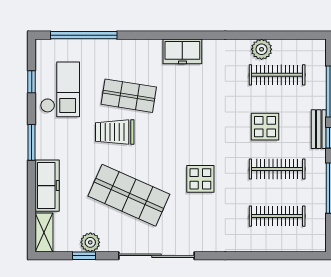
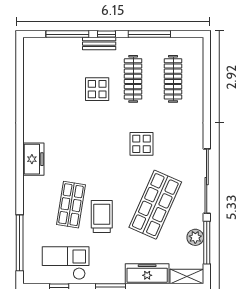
plant: (262, 49) -> (32, 92), removed
clothes rail: (277, 75) -> (53, 79), removed
trolley: (115, 132) -> (102, 217), turned 180
window: (84, 256) -> (207, 243), width x2.17

